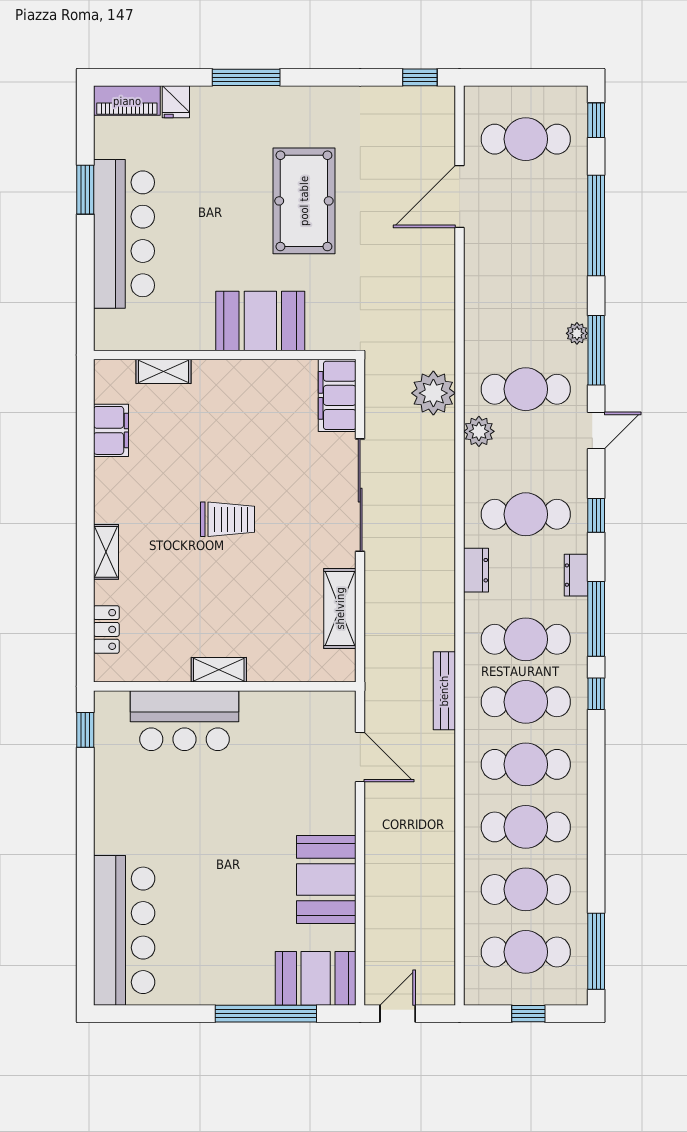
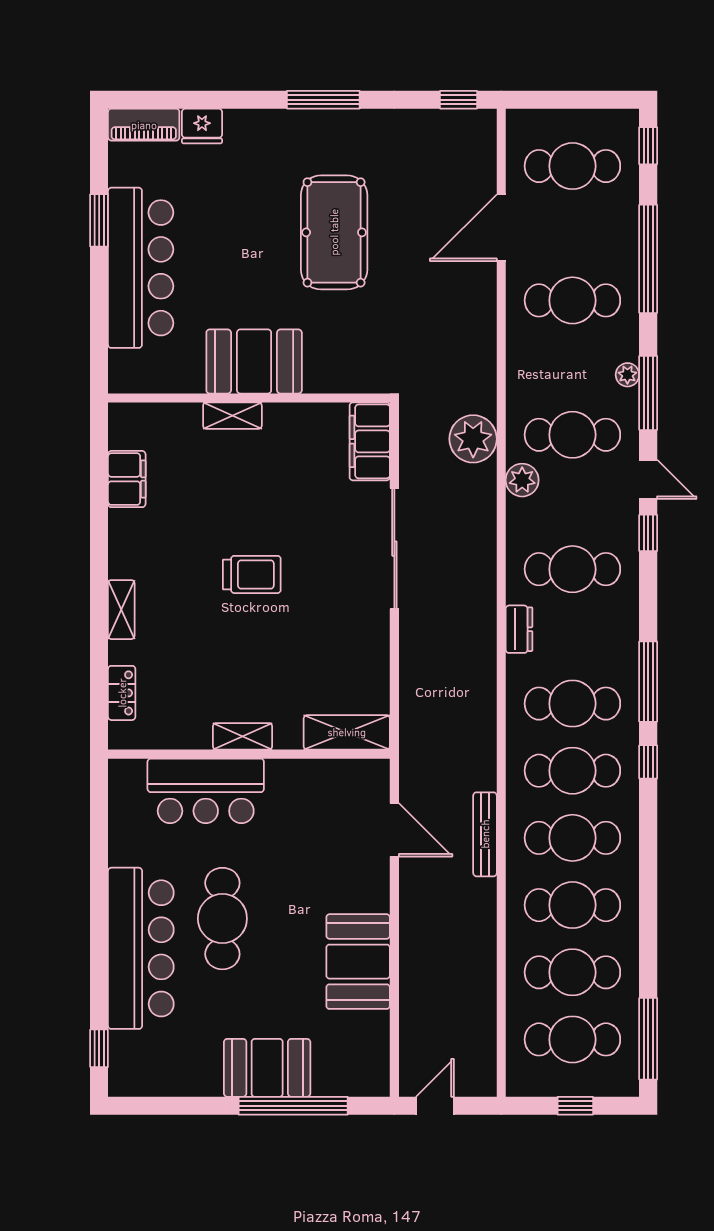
window: (246, 77) -> (323, 100), moved
fridge: (176, 102) -> (202, 126), width x1.38
cafe table: (526, 264) -> (572, 300), added
booth: (260, 321) -> (254, 361), moved
shelving: (163, 371) -> (232, 416), moved
door: (596, 431) -> (648, 479), hinge flipped
window: (596, 515) -> (648, 533), moved
dresser: (576, 575) -> (627, 634), removed
shelving: (340, 608) -> (347, 732), moved, turned 90
bench: (444, 691) -> (485, 834), moved
window: (85, 730) -> (99, 1048), moved
cafe table: (200, 839) -> (222, 919), added
bar counter: (124, 930) -> (141, 948), moved
booth: (316, 978) -> (267, 1068), moved

